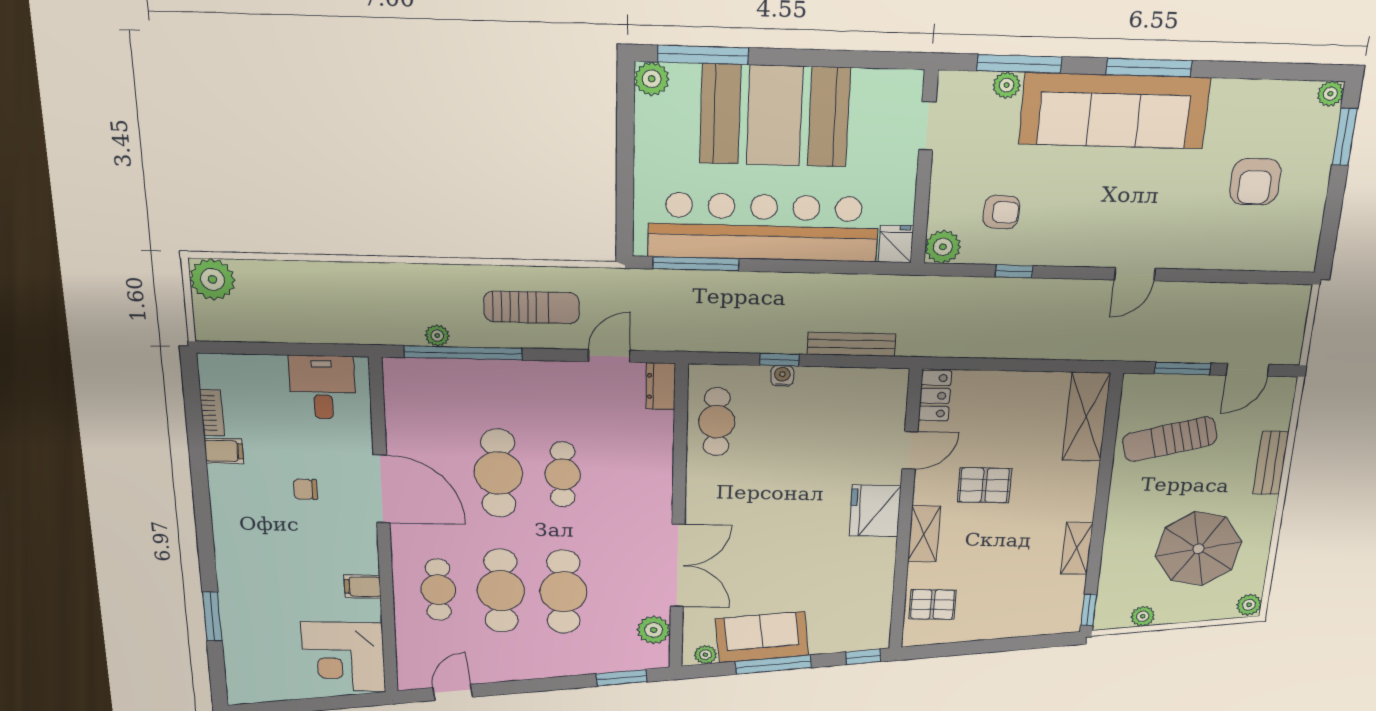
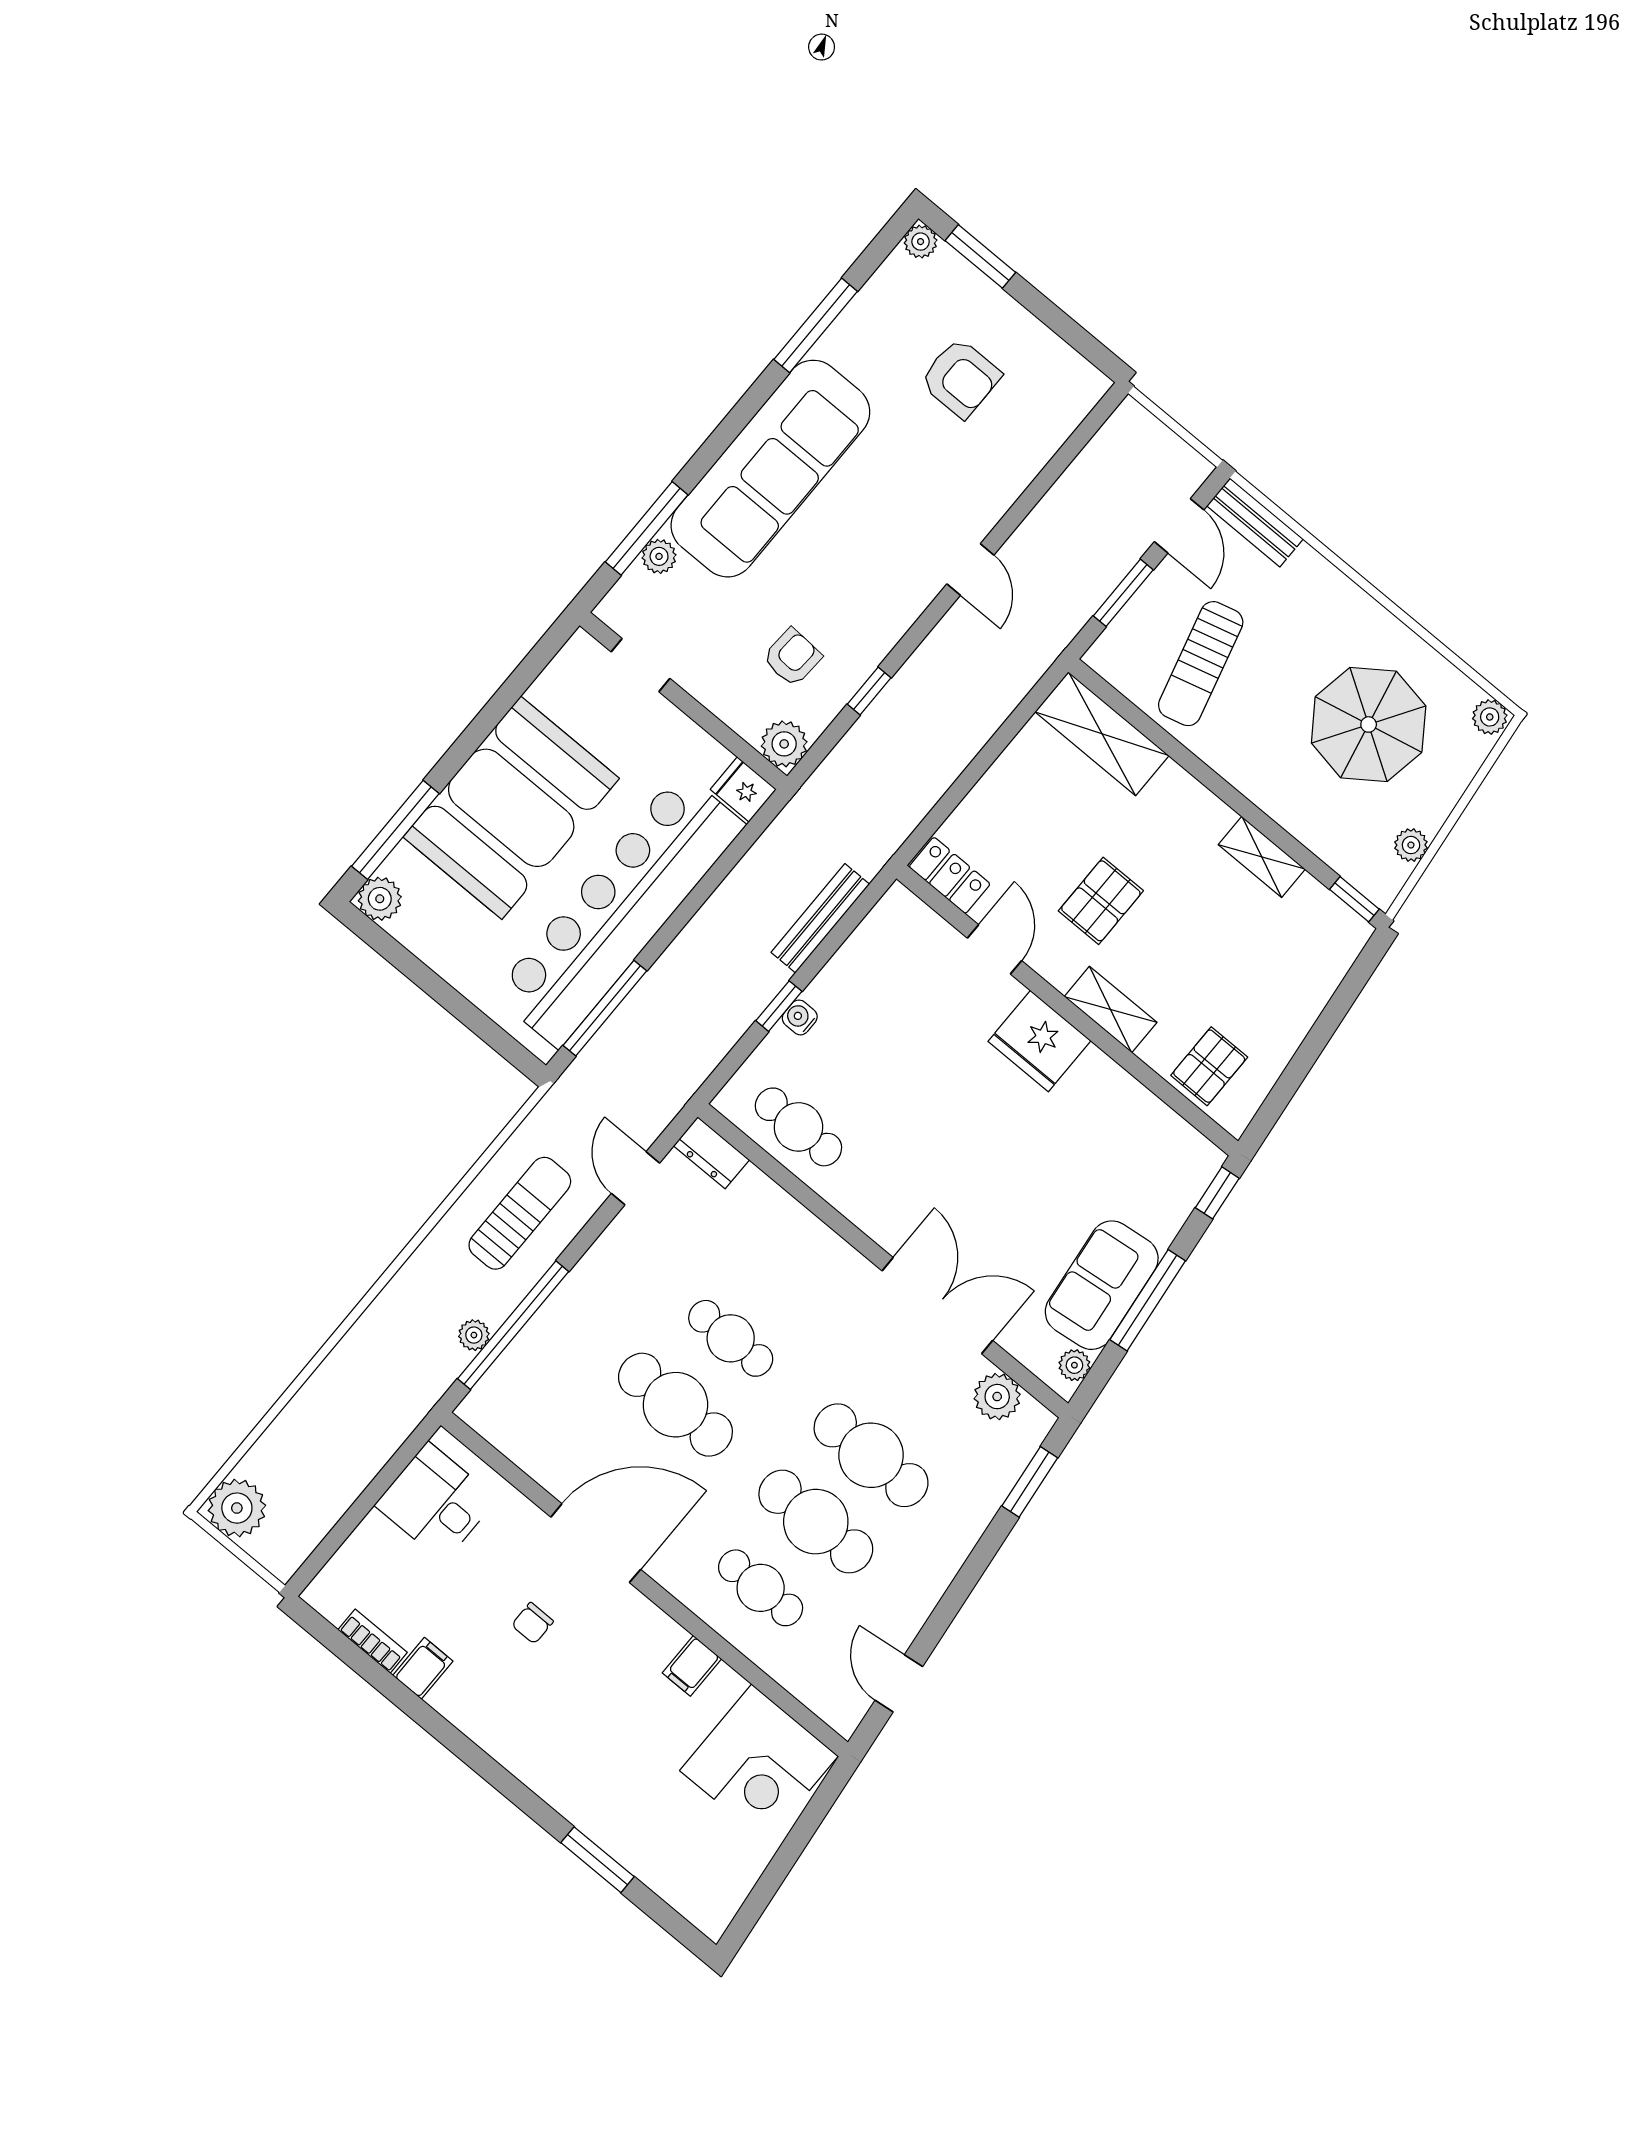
window: (1149, 68) -> (816, 325), moved
bench: (1271, 463) -> (1255, 522), moved

